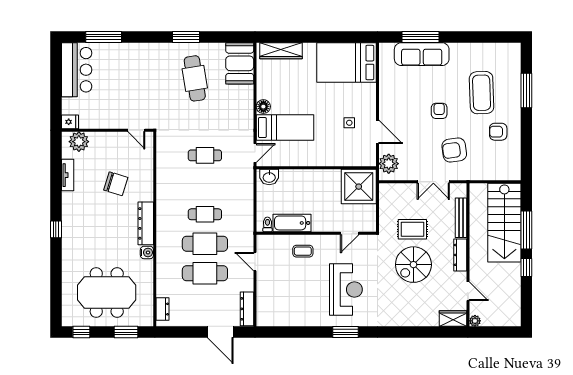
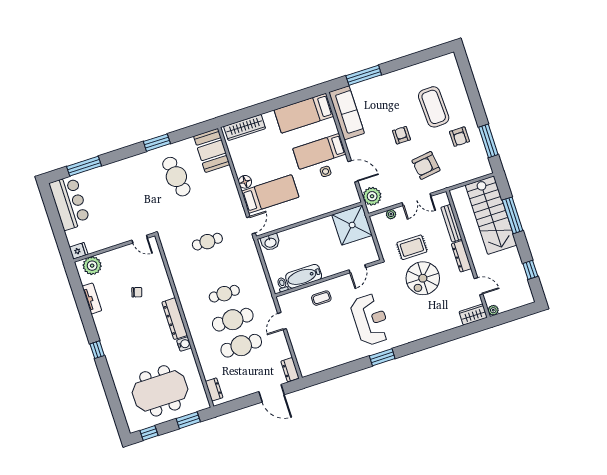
sofa: (422, 54) -> (347, 113), moved, turned -90
bed: (347, 63) -> (304, 113), width x0.67
window: (526, 91) -> (488, 141), moved
bed: (350, 100) -> (319, 151), added
armchair: (498, 132) -> (459, 137), turned -90
chair: (116, 184) -> (137, 292), width x0.54, depth x0.54
plant: (402, 188) -> (391, 214), added
door: (255, 262) -> (282, 321), hinge flipped
window: (526, 268) -> (530, 270), moved
dresser: (247, 309) -> (290, 370), width x0.70

